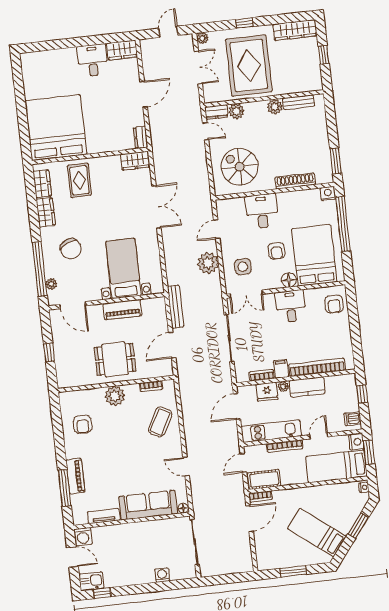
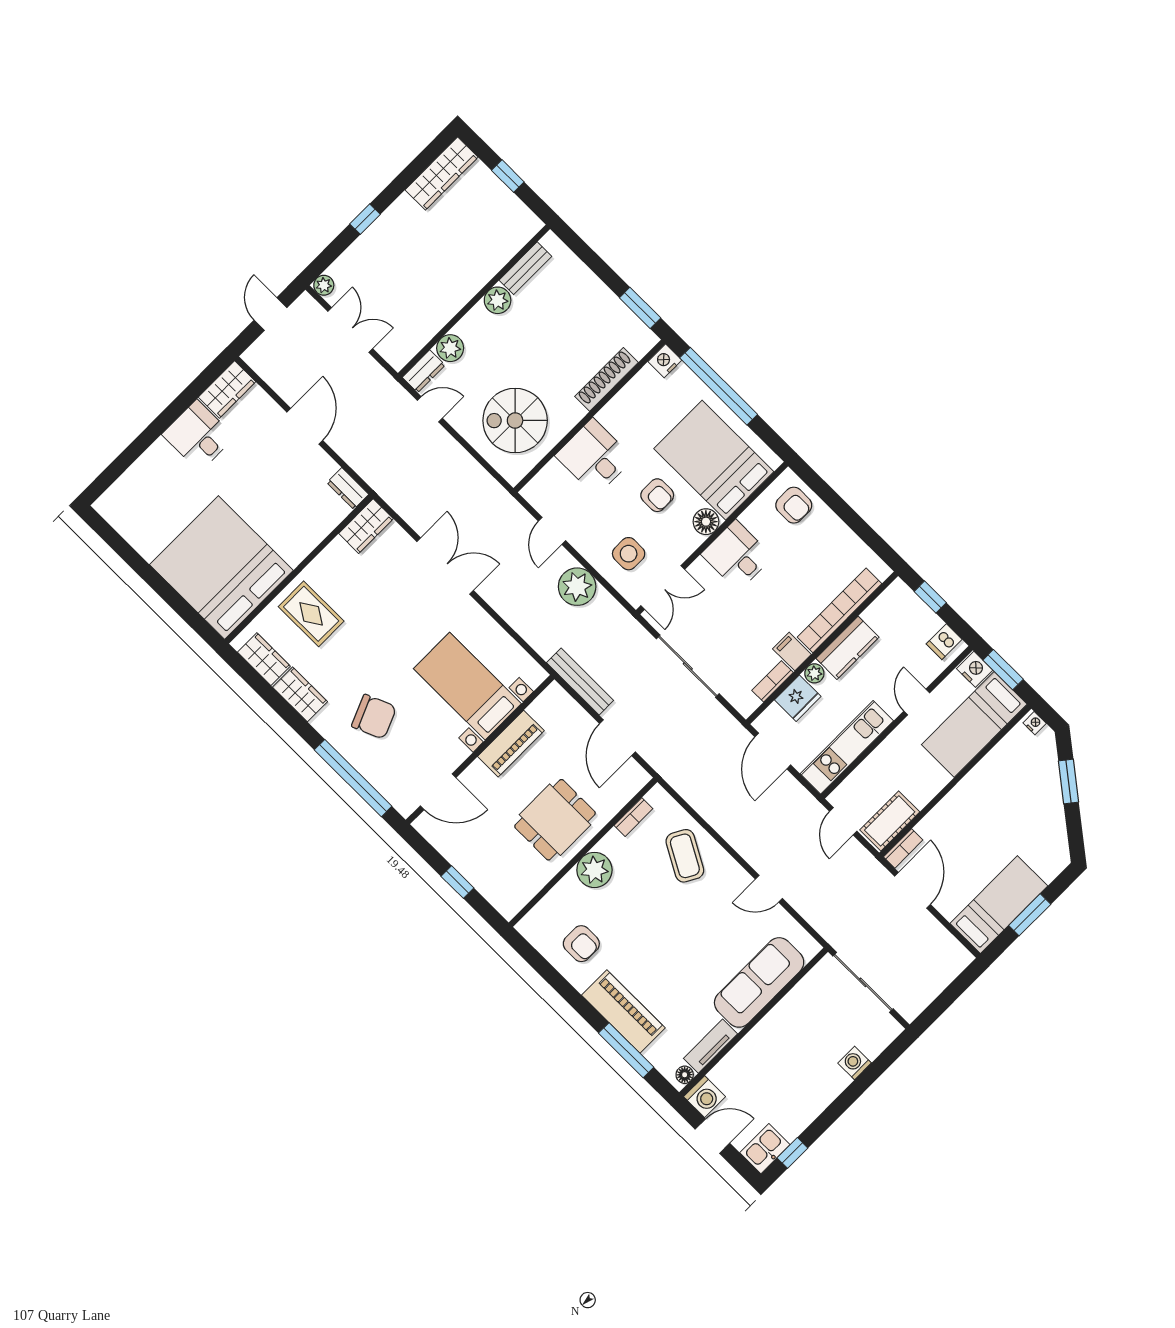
rug: (249, 66) -> (417, 272), removed
plant: (51, 284) -> (386, 786), removed
bookcase: (285, 446) -> (881, 753), removed
piano: (75, 476) -> (623, 1012), width x1.37, depth x1.33
floor lamp: (183, 508) -> (685, 1075), moved
bed: (317, 532) -> (999, 905), moved, turned 142

